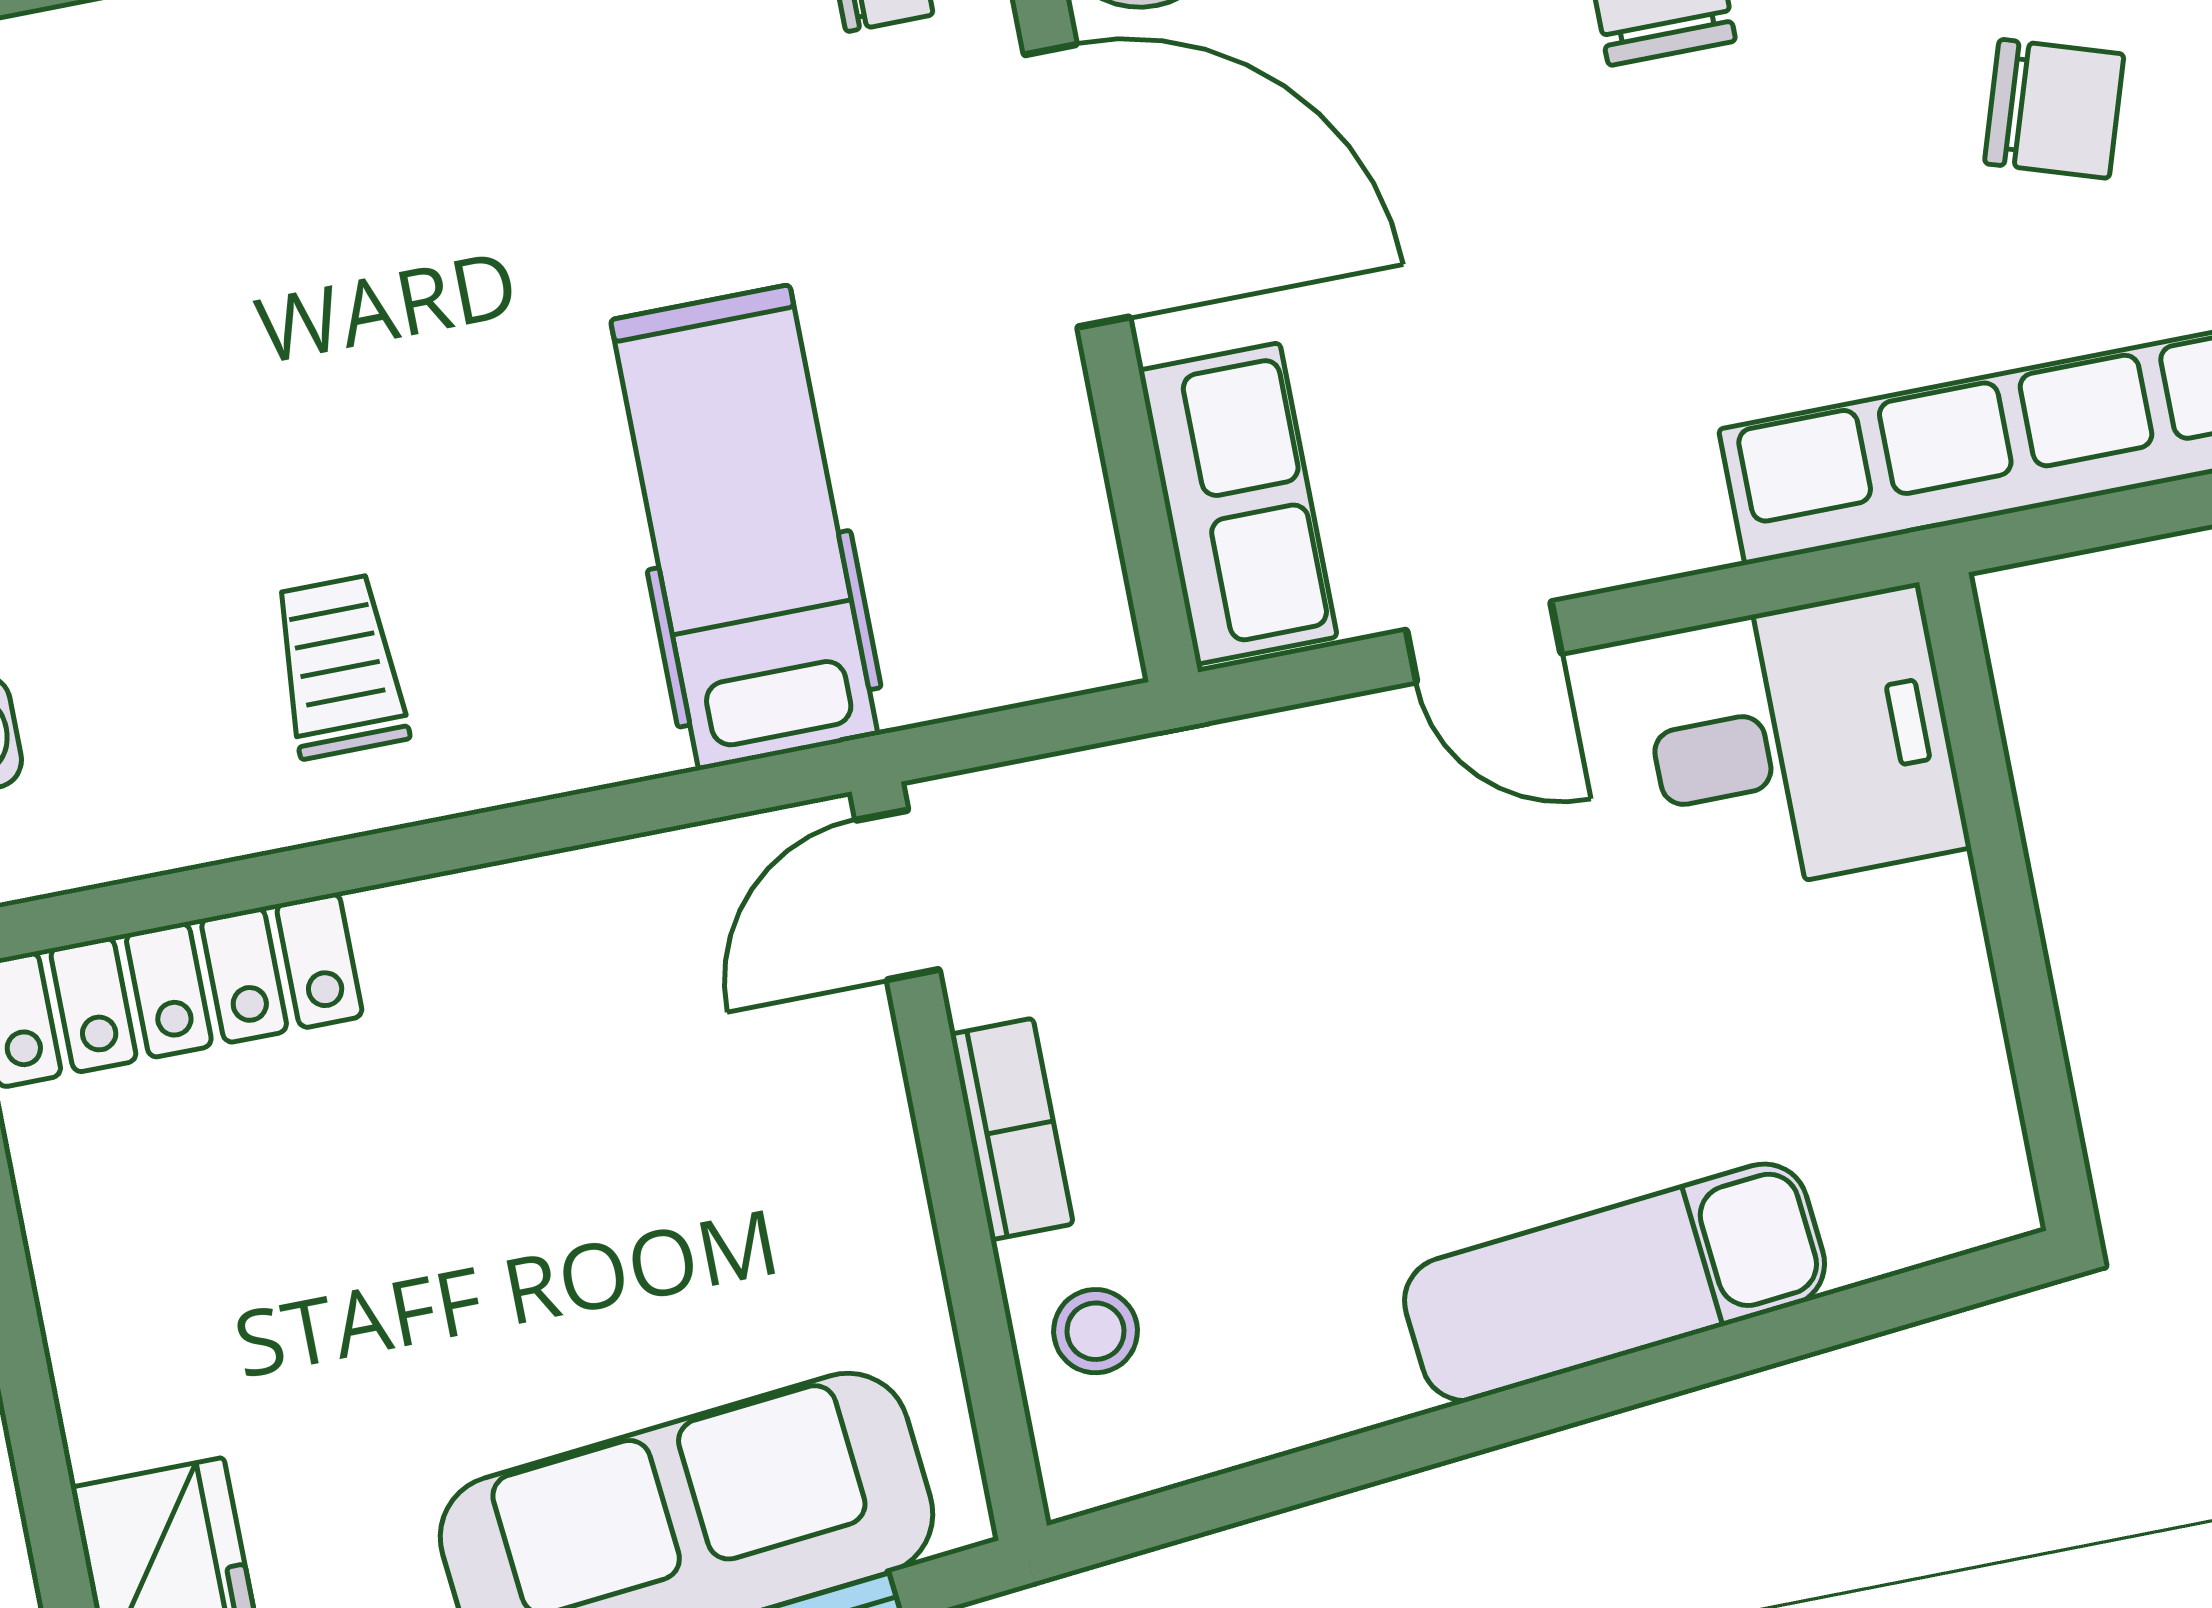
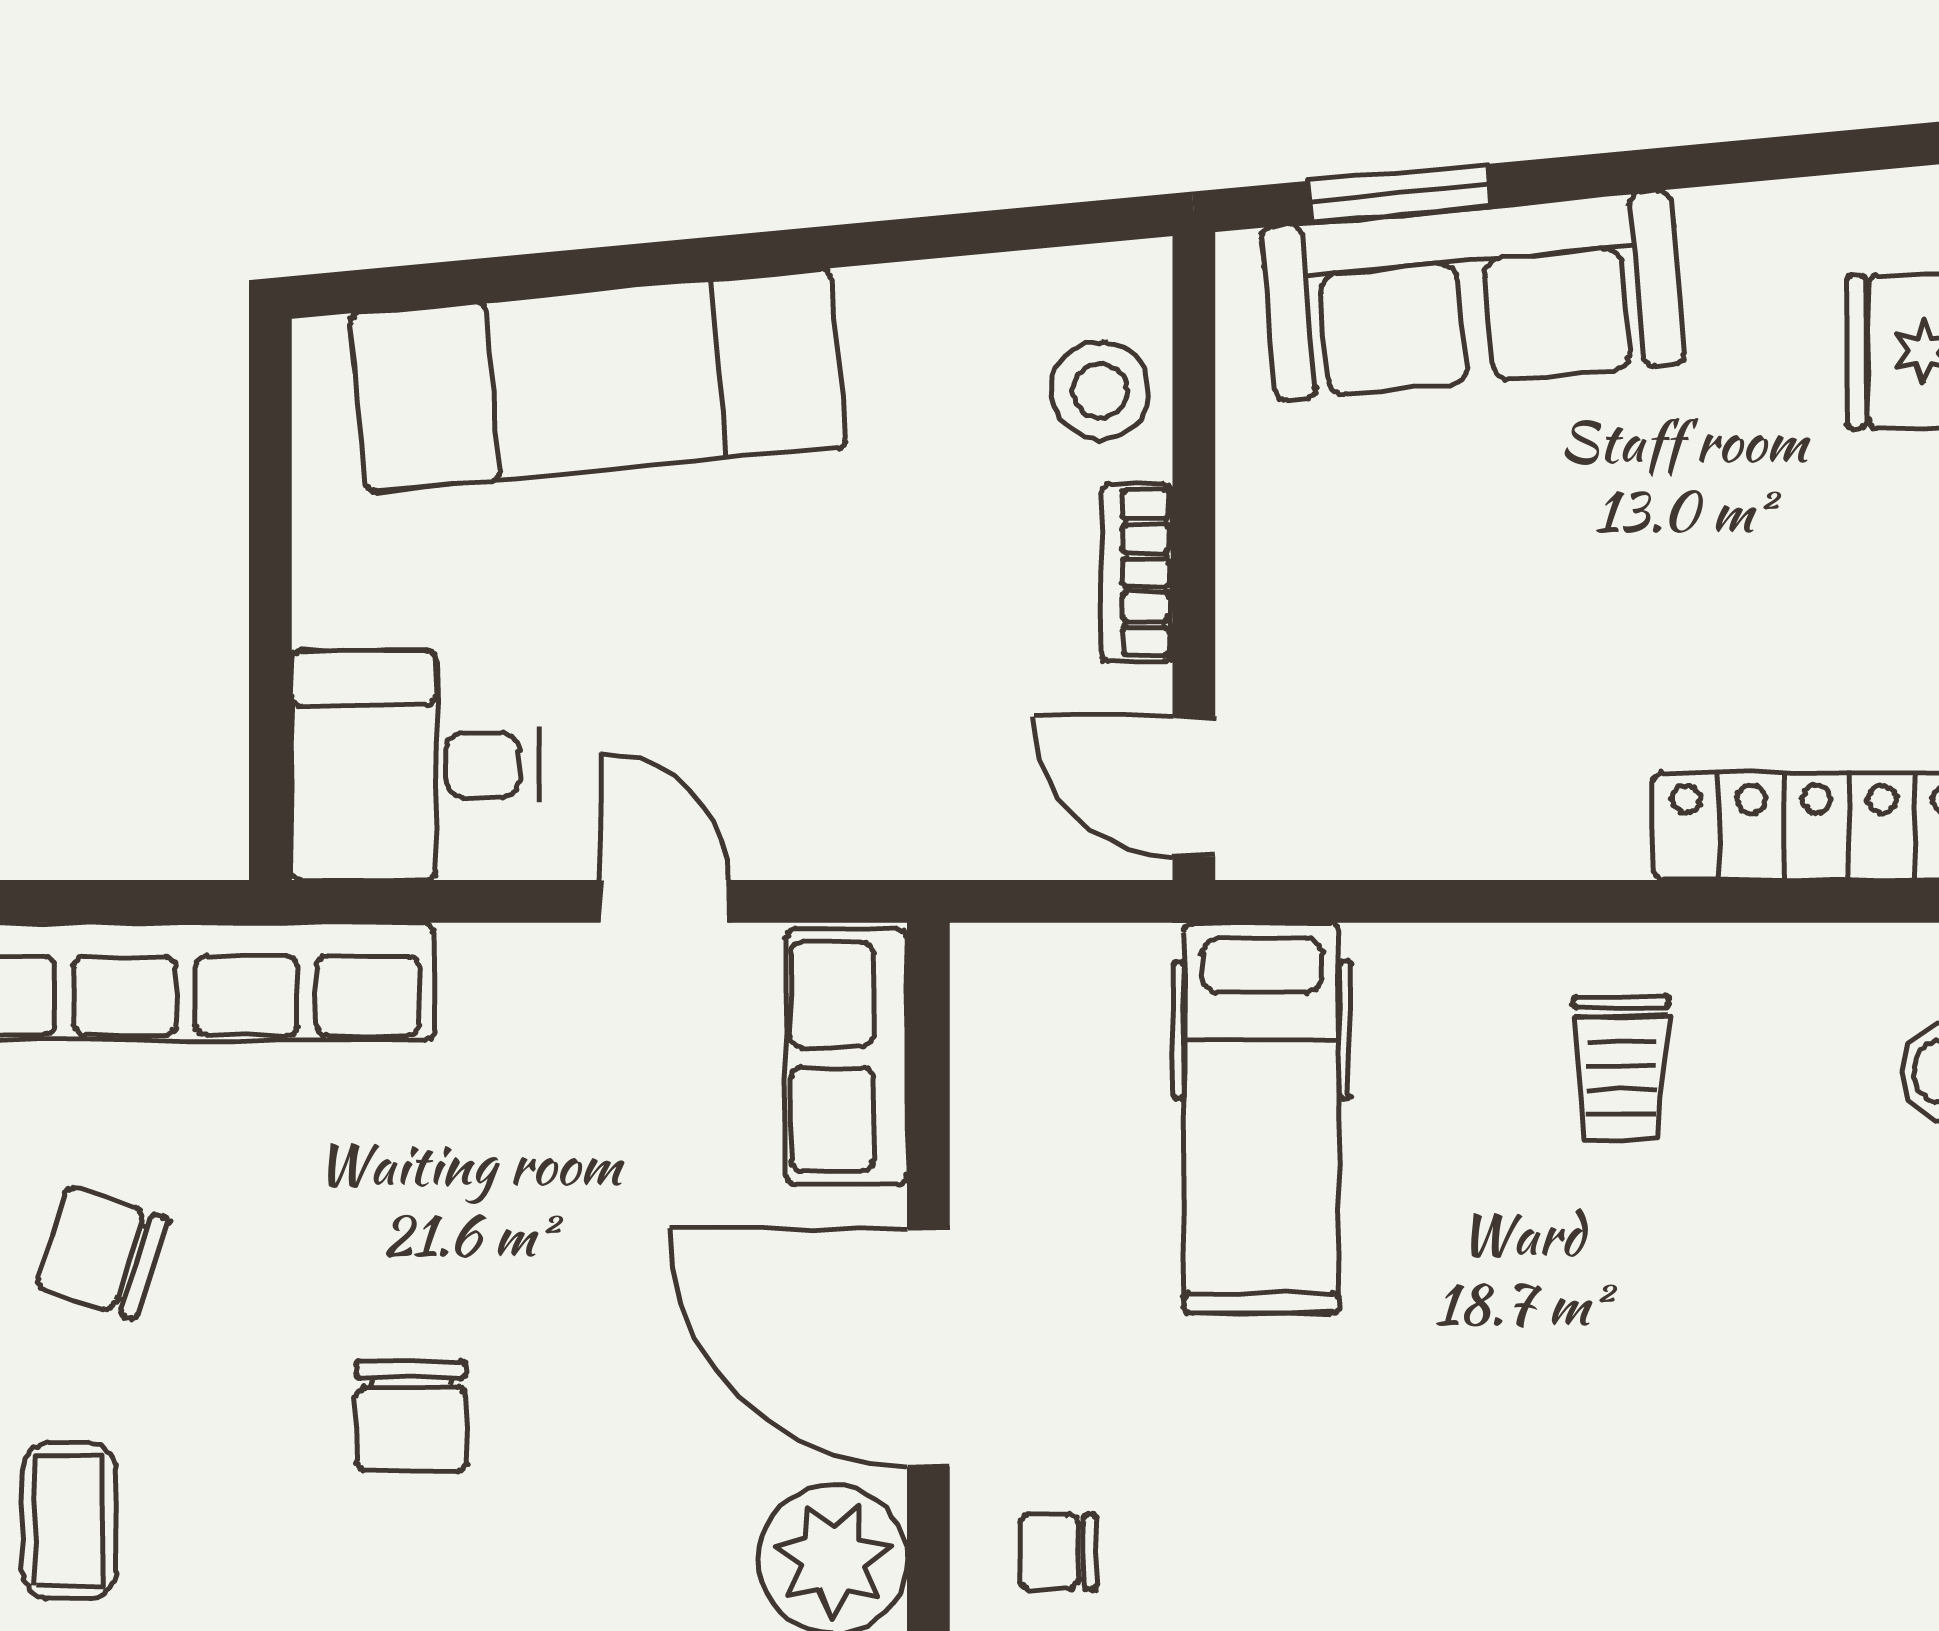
door: (898, 895) -> (1194, 786), swing flipped
exam couch: (1615, 1282) -> (599, 381), width x1.36, depth x1.45
stool: (1096, 1331) -> (1100, 391), width x1.37, depth x1.37

